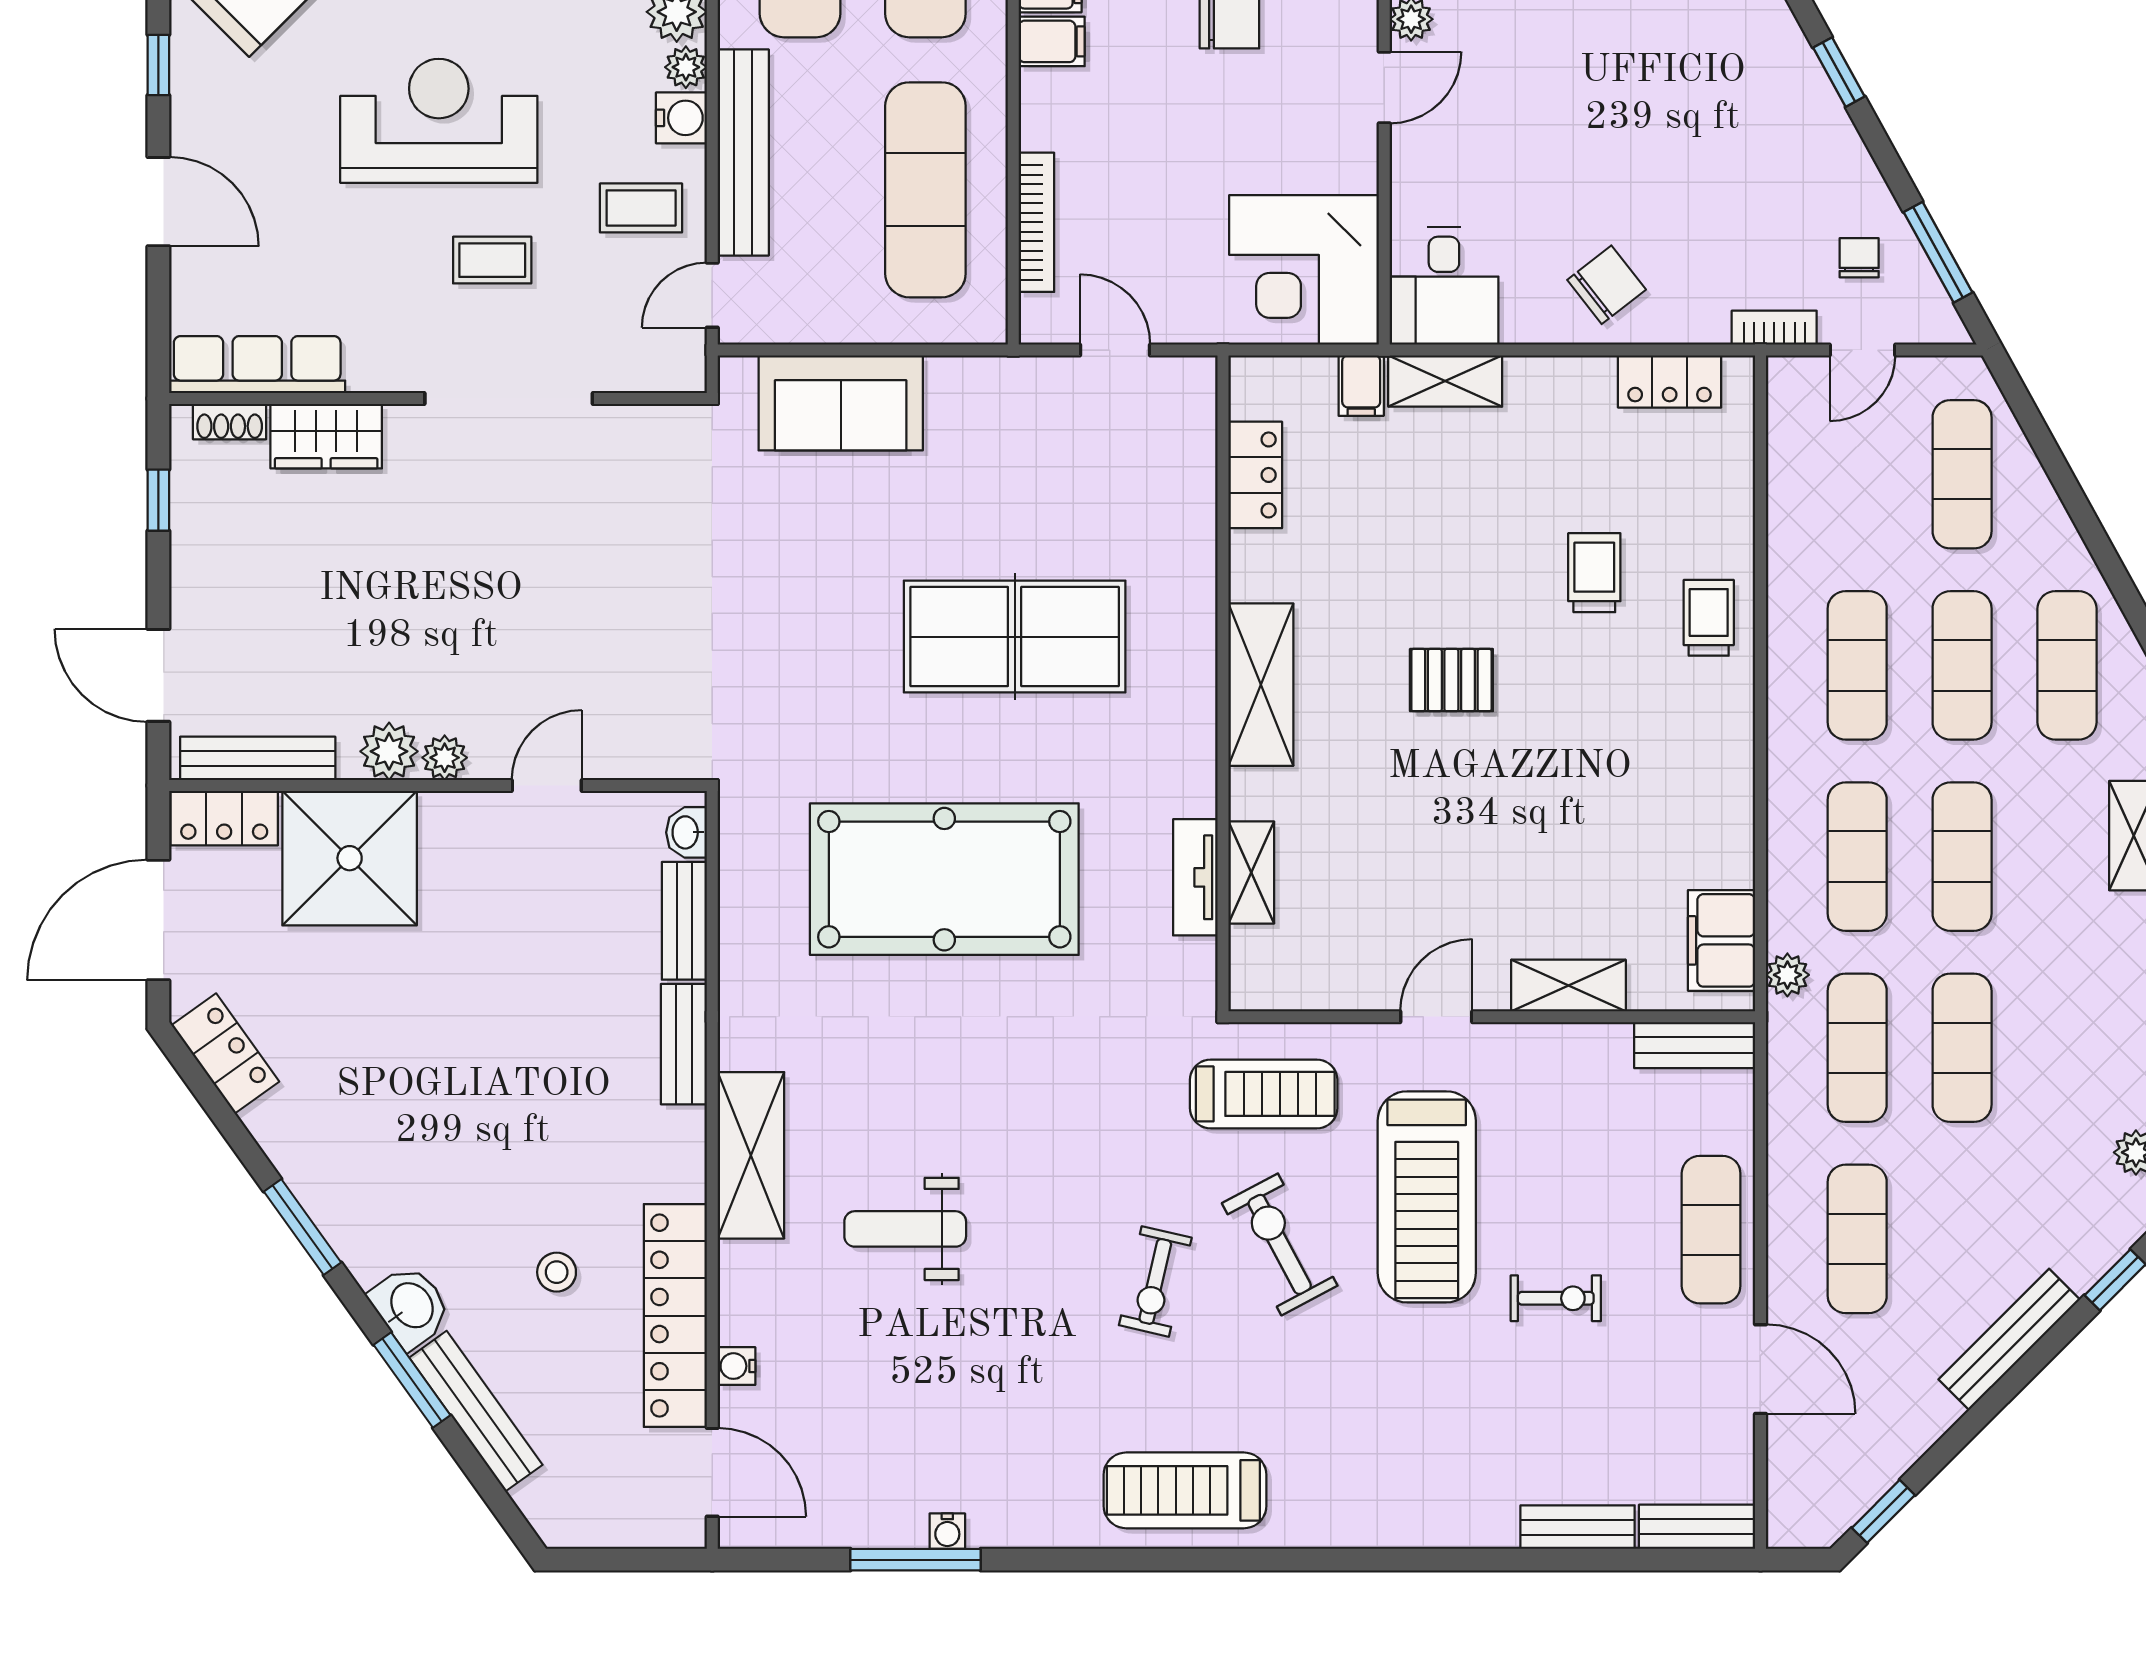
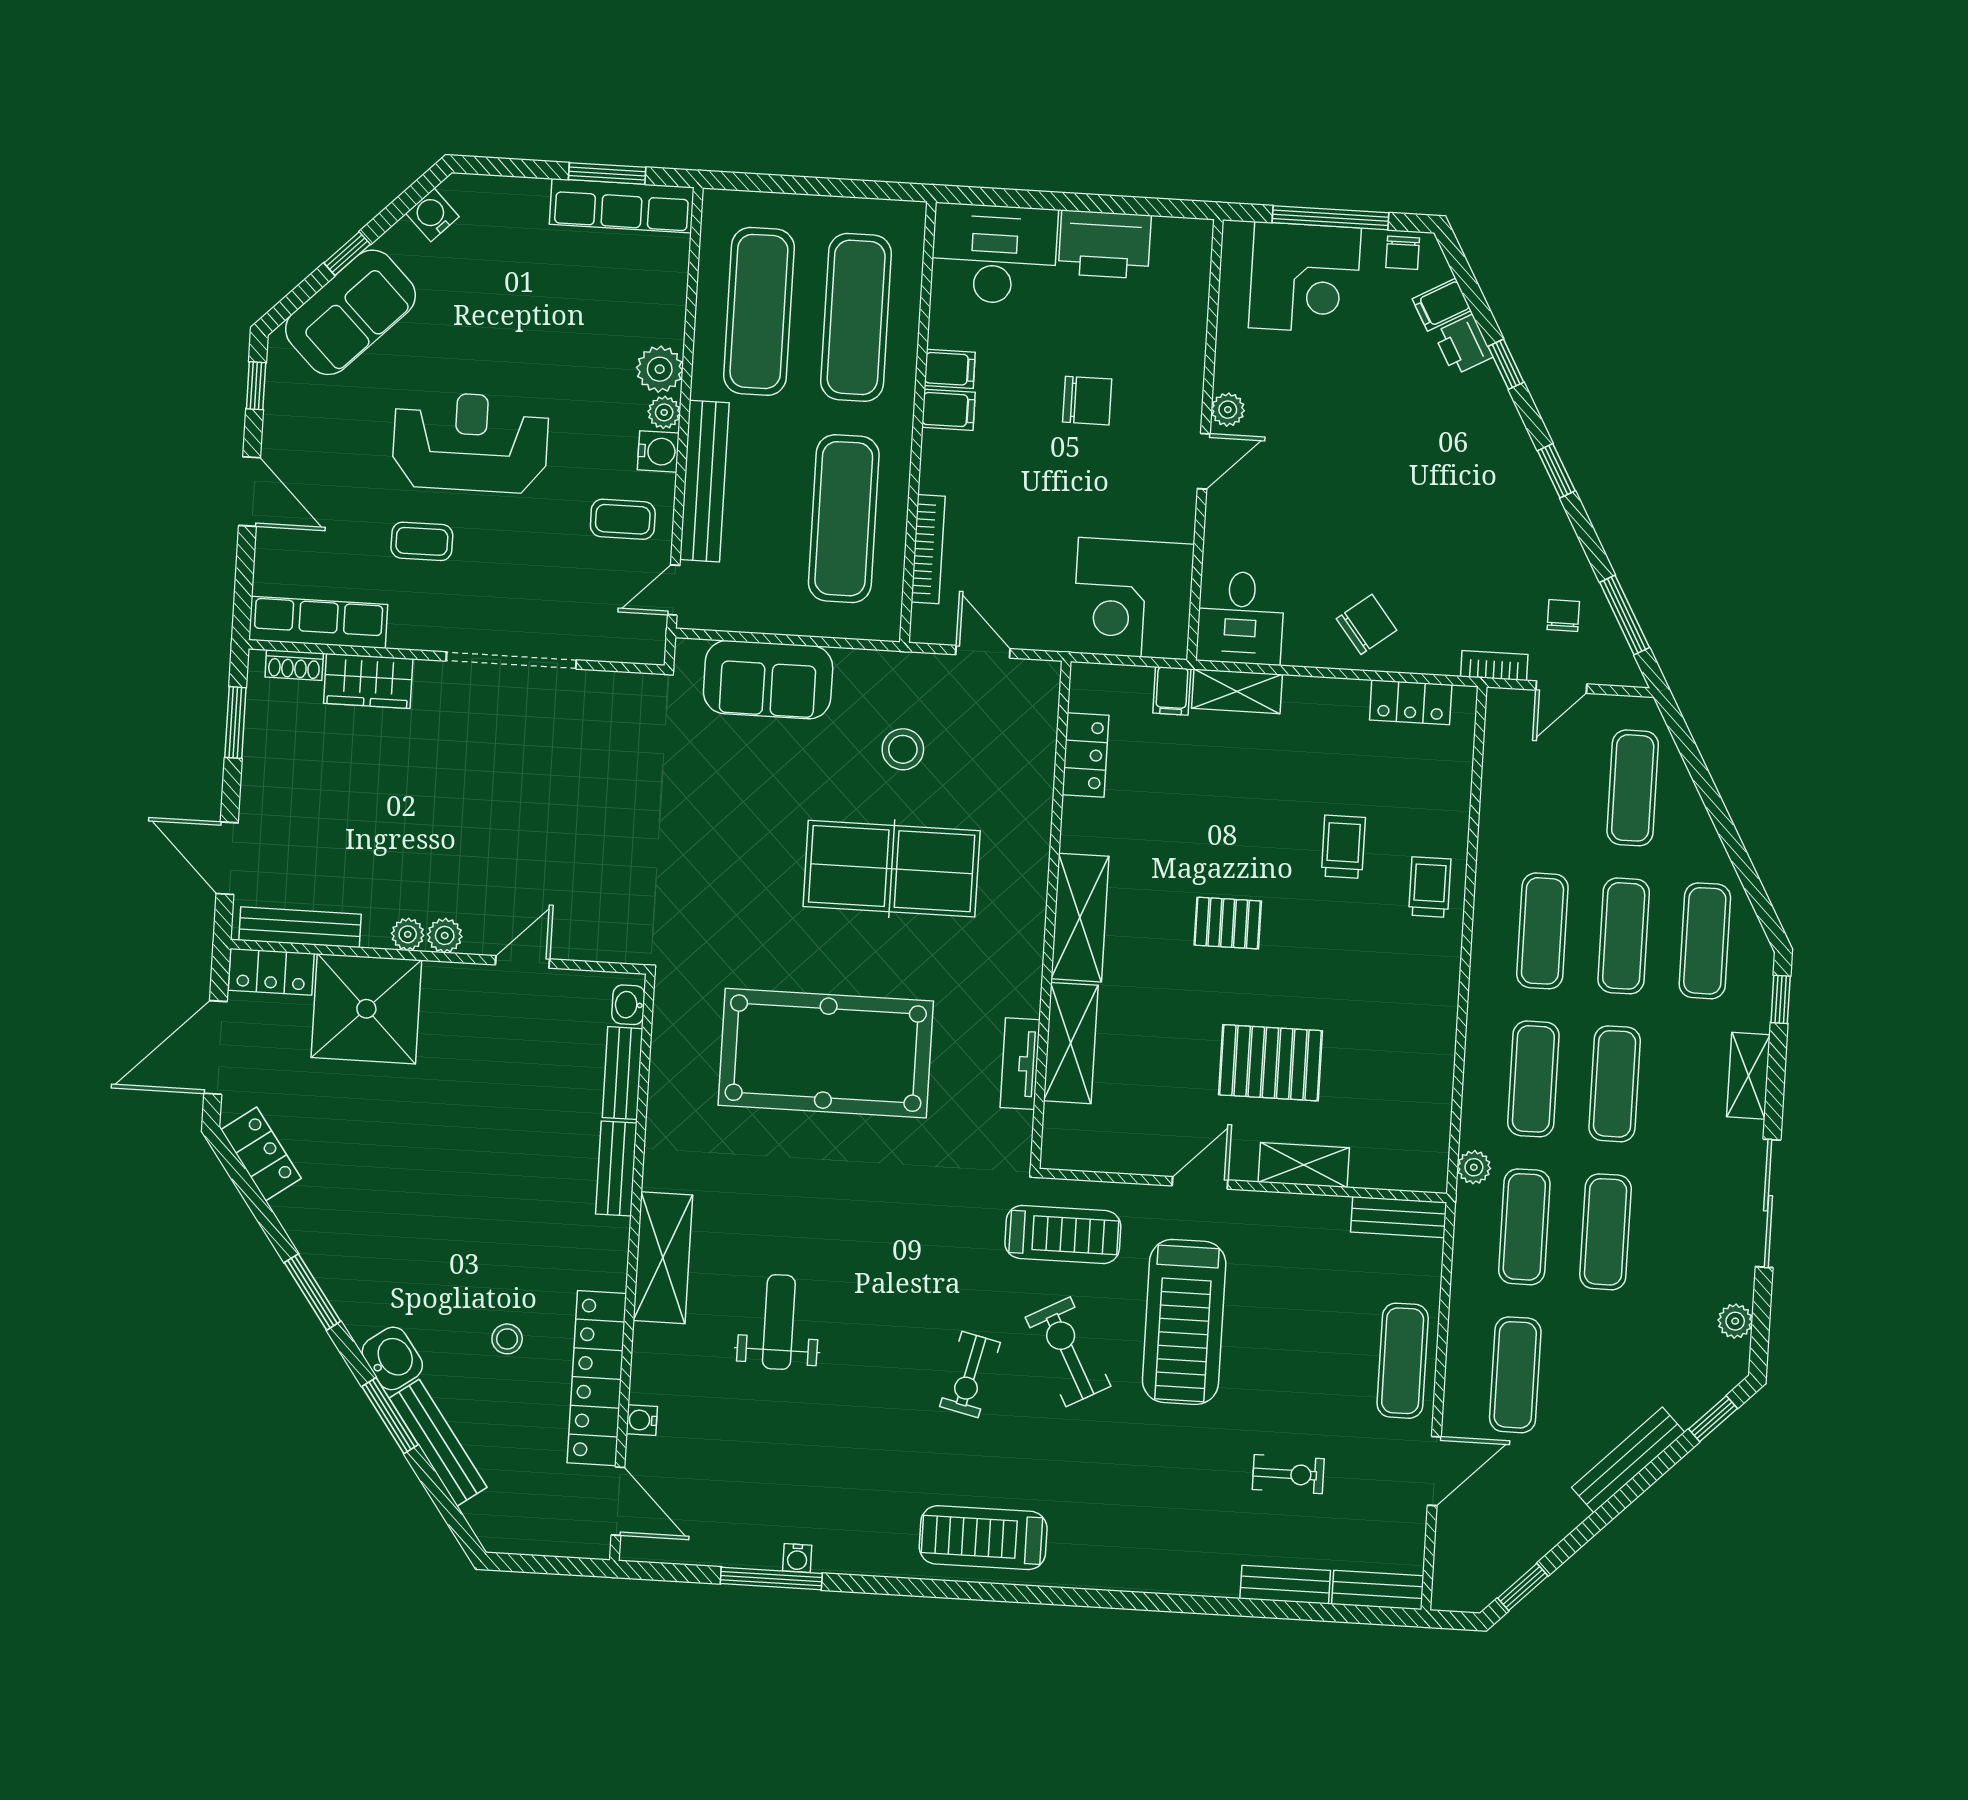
coffee table: (492, 260) -> (422, 541), moved
stool: (1020, 482) -> (903, 749), added
window: (158, 500) -> (235, 722), width x1.50
plant: (389, 751) -> (408, 934), width x0.73, depth x0.73
pallet: (1517, 857) -> (1270, 1063), added
shelving: (1251, 872) -> (1071, 1043), width x1.50, depth x1.33
filing cabinet: (1722, 940) -> (1424, 1137), removed
weight bench: (905, 1229) -> (779, 1322), turned 90
exercise bike: (1556, 1298) -> (1288, 1474), moved
door: (1760, 1369) -> (1434, 1471), hinge flipped

